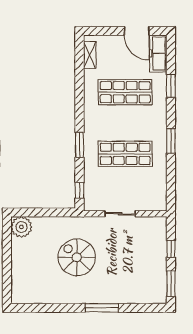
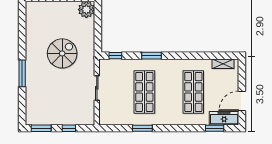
window: (171, 86) -> (215, 128), moved
window: (171, 141) -> (142, 128), moved

